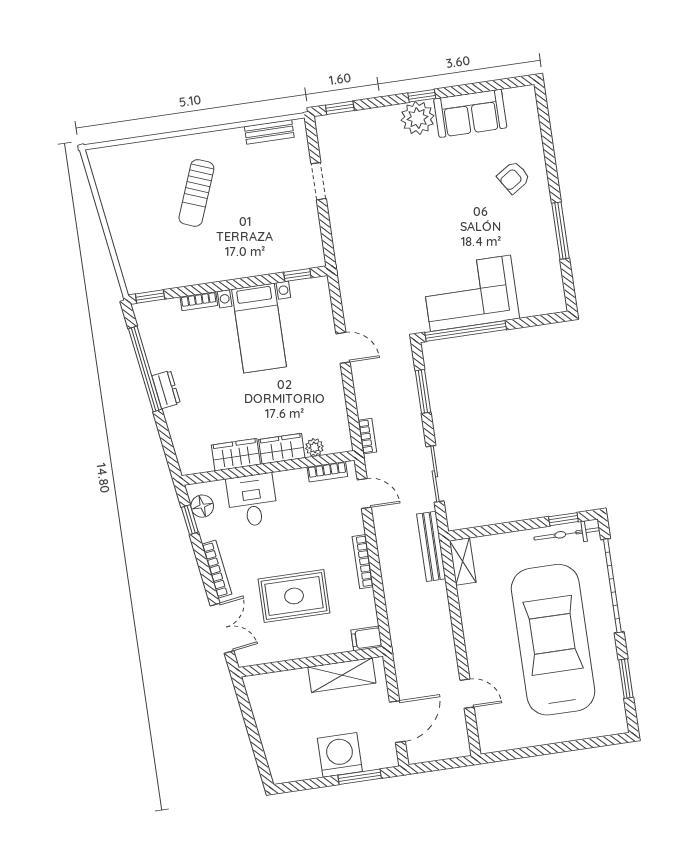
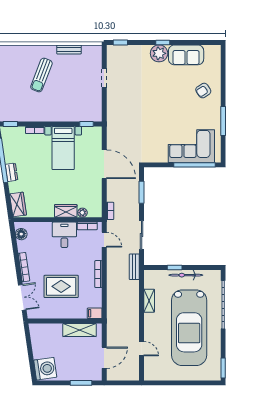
bench: (269, 132) -> (69, 49), moved
corner sofa: (471, 293) -> (191, 146), moved
window: (466, 331) -> (195, 165), moved
door: (343, 348) -> (104, 164), width x1.88
wardrobe: (236, 455) -> (18, 204), moved, turned 82
desk: (252, 500) -> (64, 235), moved
window: (563, 519) -> (175, 267), moved
window: (190, 520) -> (14, 240), removed
bicycle: (567, 534) -> (186, 275), moved
bench: (431, 546) -> (134, 267), width x0.73
shelving: (463, 561) -> (149, 301), moved
car: (553, 640) -> (189, 328), turned 180
window: (626, 679) -> (223, 368), moved
washing machine: (340, 755) -> (45, 369), moved, turned 82

